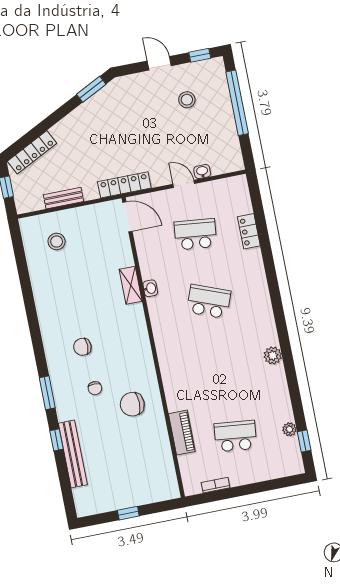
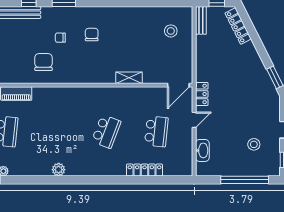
washbasin: (202, 172) -> (202, 150), width x1.91, depth x1.45
door: (184, 184) -> (194, 120), moved
locker: (124, 185) -> (202, 94), width x0.66
bench: (63, 198) -> (201, 20), moved
locker: (249, 231) -> (144, 170), width x1.53
washbasin: (150, 288) -> (124, 91), removed

